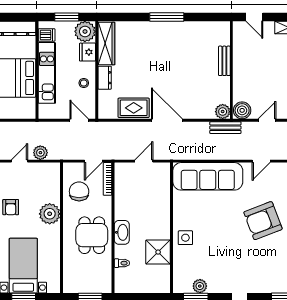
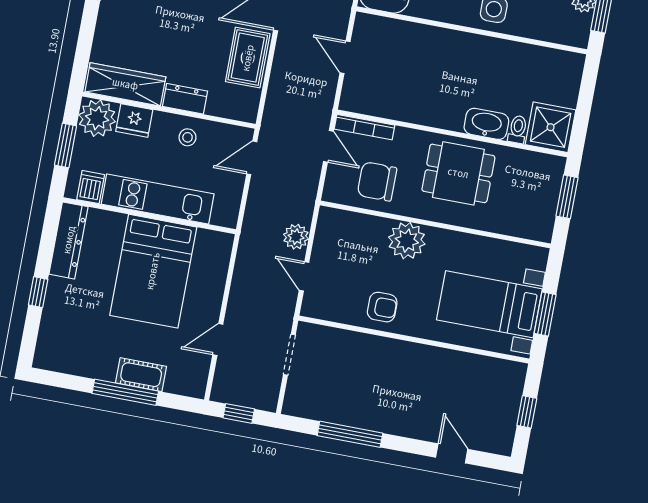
washbasin: (122, 232) -> (486, 124), moved
shower: (158, 252) -> (551, 127), moved

